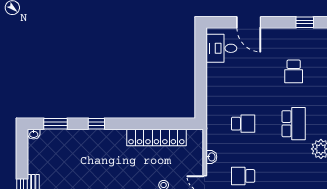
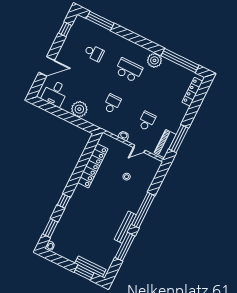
plant: (217, 87) -> (79, 109), added
school desk: (243, 176) -> (147, 121), turned 180

